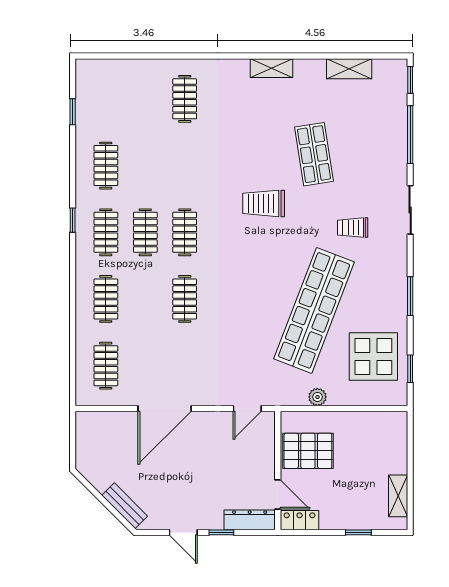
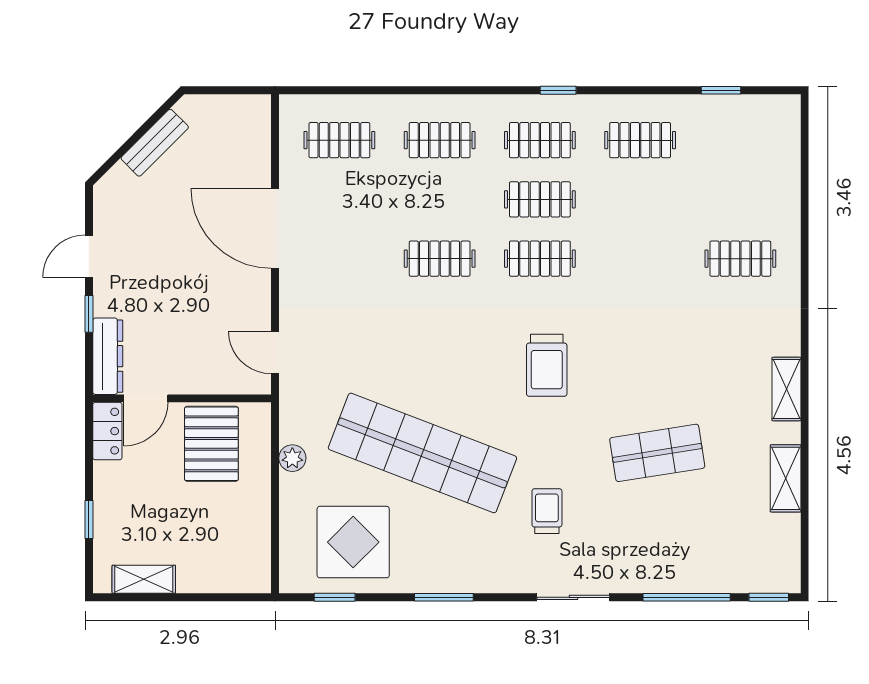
shelving: (349, 69) -> (786, 478), moved
trolley: (264, 203) -> (547, 365), moved, turned 180
bench: (125, 506) -> (155, 143), moved

